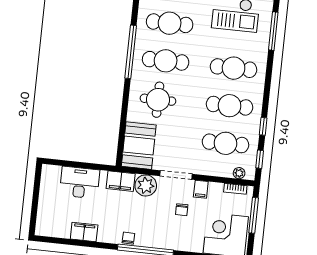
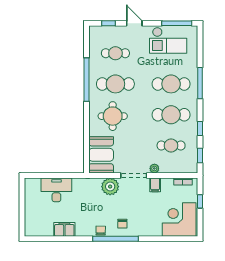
cafe table: (170, 23) -> (115, 53), width x0.73, depth x0.74
window: (273, 31) -> (200, 83), moved
cafe table: (225, 143) -> (171, 146), width x0.73, depth x0.74
plant: (239, 173) -> (154, 168), moved
filing cabinet: (121, 181) -> (89, 185), removed
chair: (182, 210) -> (122, 224), moved
window: (254, 215) -> (200, 201), width x0.46

